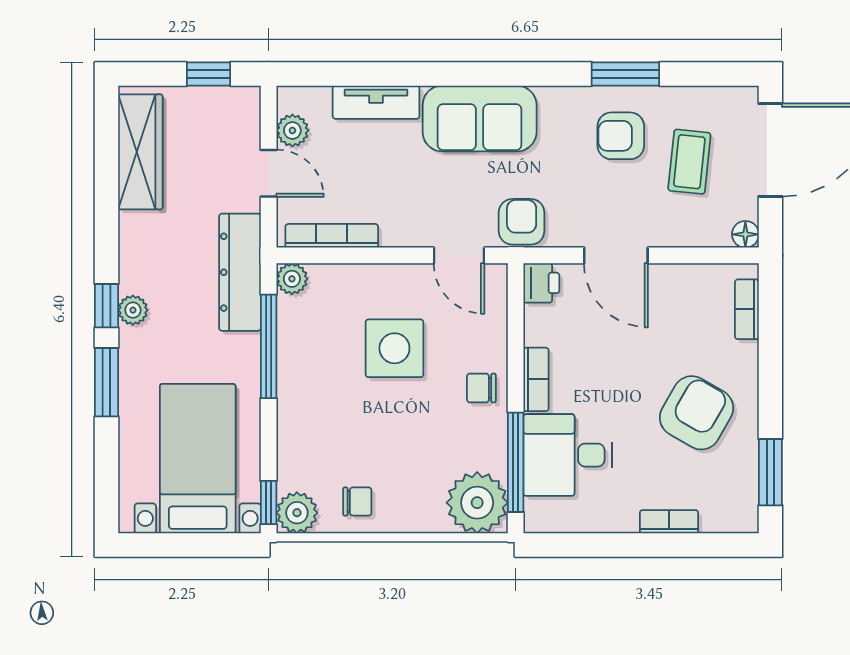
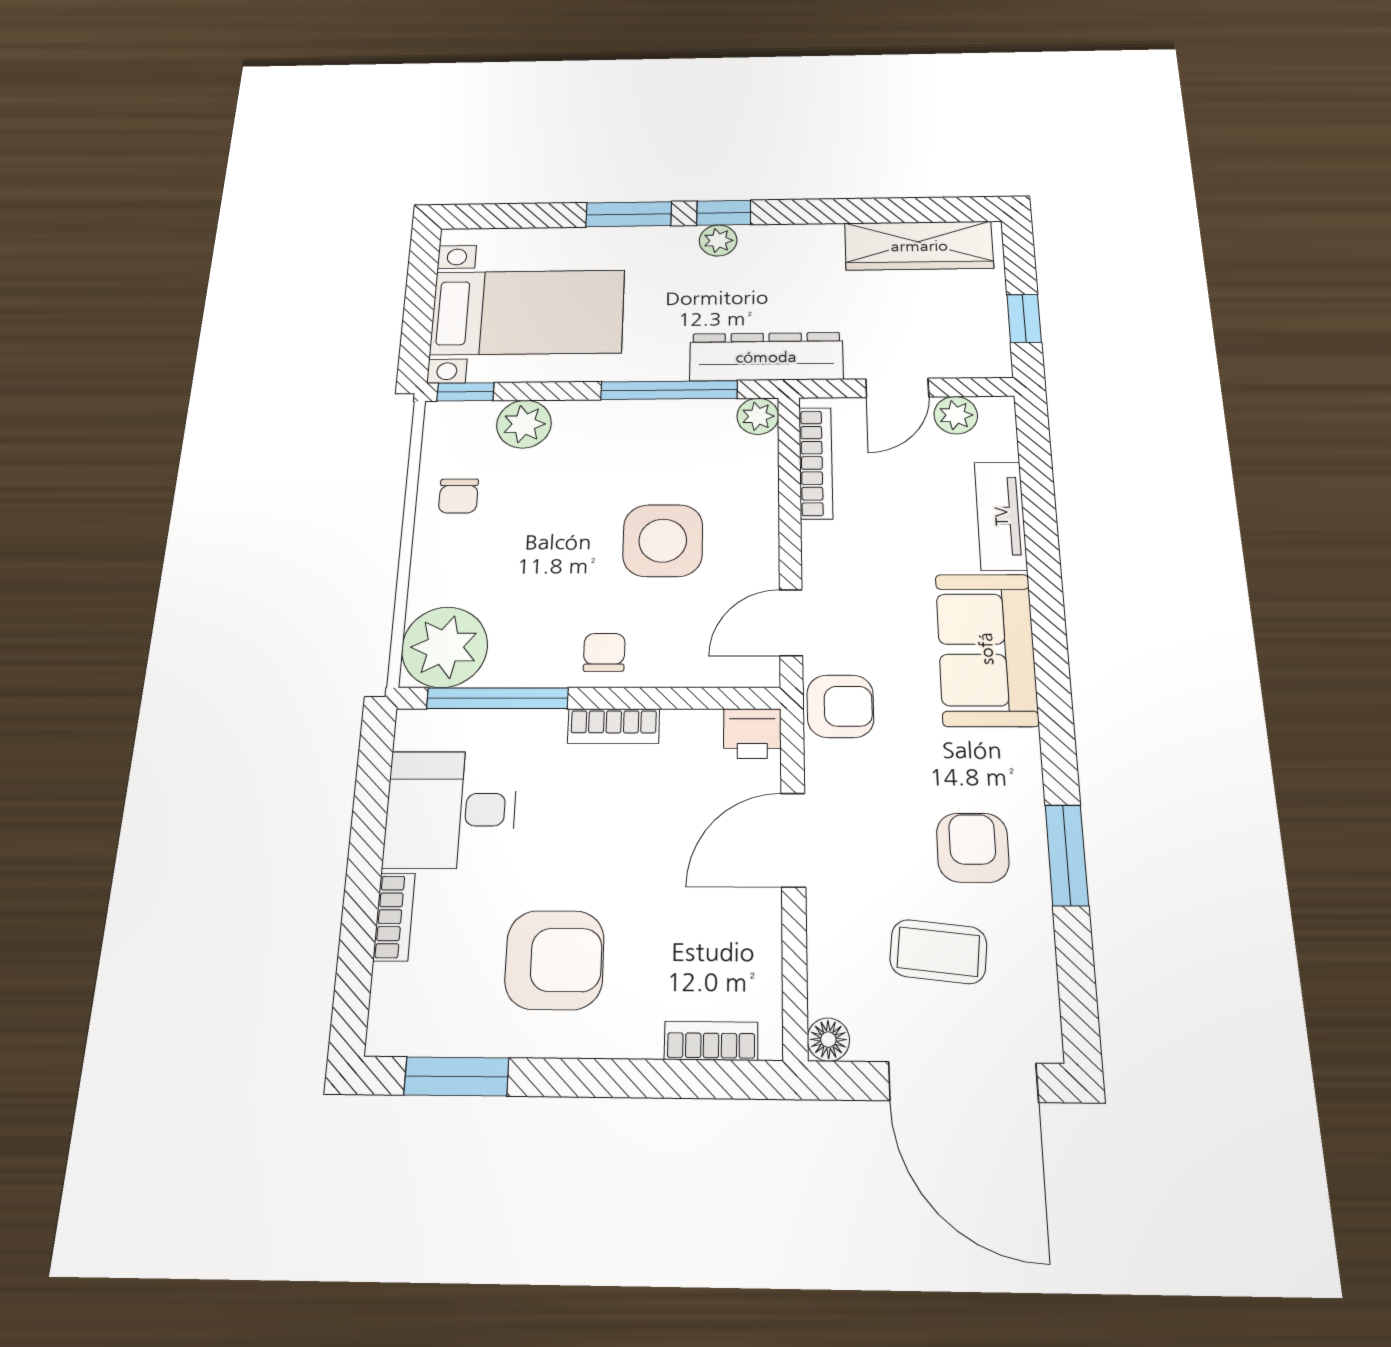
armchair: (697, 413) -> (555, 960), turned -30
desk: (567, 455) -> (451, 810), moved, turned -90
plant: (297, 513) -> (524, 424), moved

